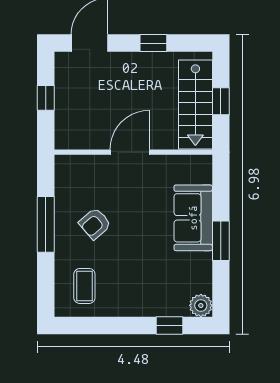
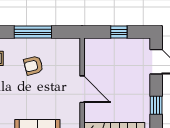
armchair: (95, 224) -> (33, 66), turned -63

